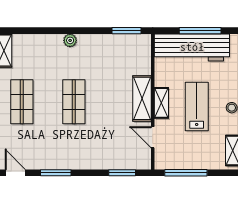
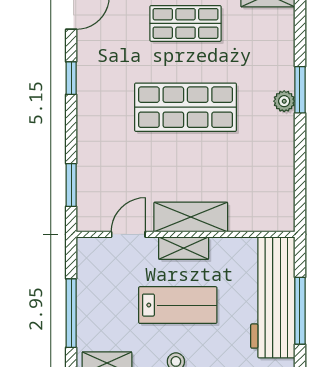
window: (126, 31) -> (300, 90), moved
shop shelf: (74, 102) -> (186, 107), width x1.43, depth x1.36
window: (56, 173) -> (71, 78), width x0.67
window: (186, 173) -> (71, 313), moved

